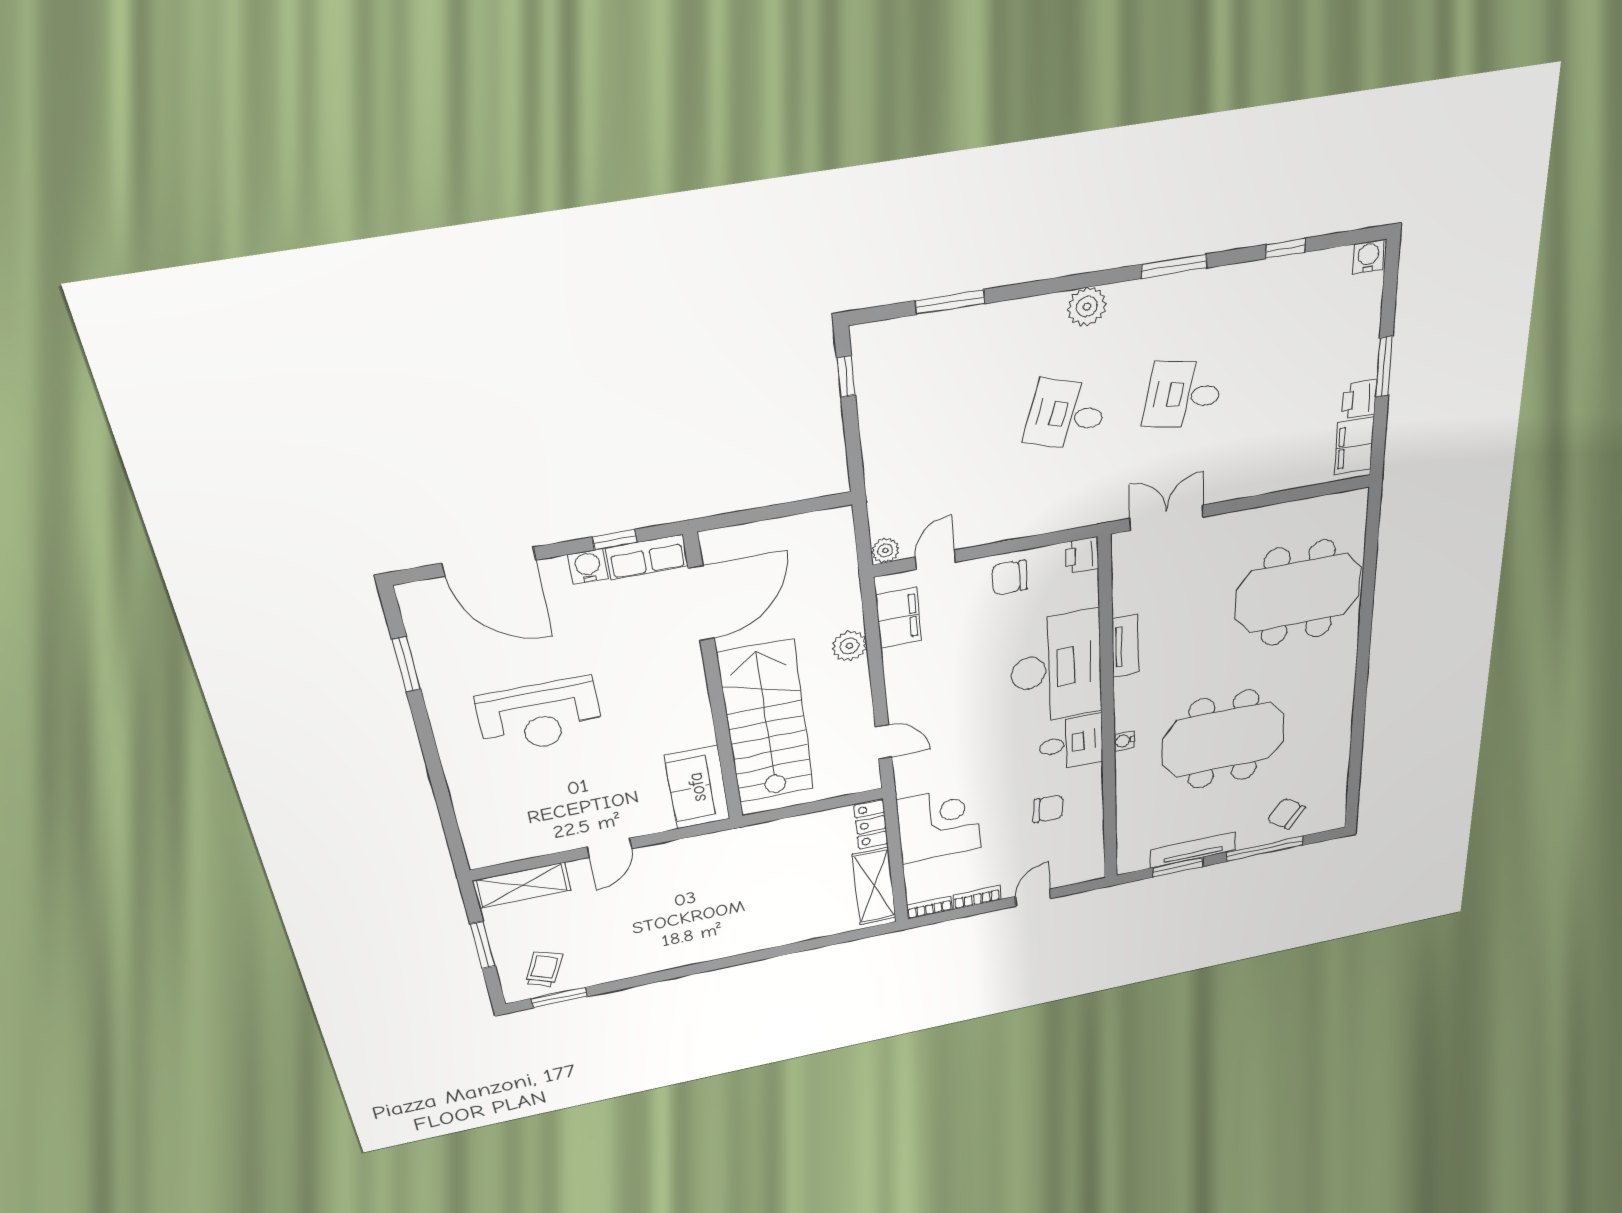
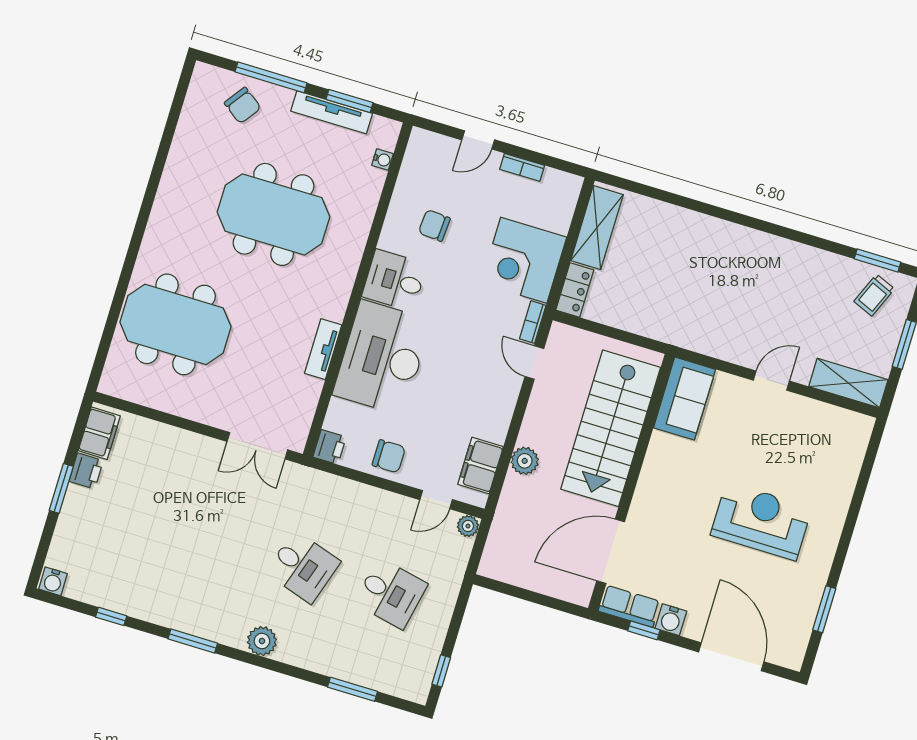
desk: (1183, 395) -> (391, 593), moved
water cooler: (1124, 741) -> (383, 160), moved
bookcase: (929, 908) -> (533, 322), moved, turned 90

